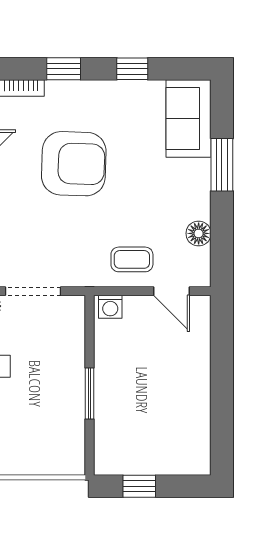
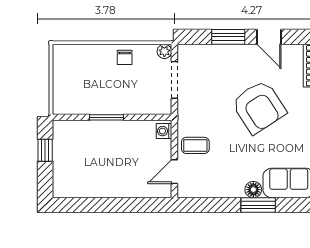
armchair: (74, 164) -> (259, 107), turned -35
floor lamp: (199, 233) -> (253, 190), moved
coffee table: (132, 259) -> (195, 145), turned 90

